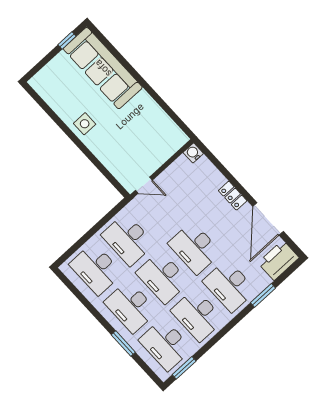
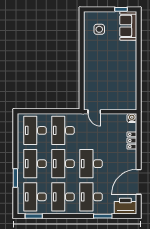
sofa: (103, 68) -> (128, 26), width x0.54, depth x0.79
side table: (85, 124) -> (99, 29), moved
locker: (233, 196) -> (132, 141), moved

